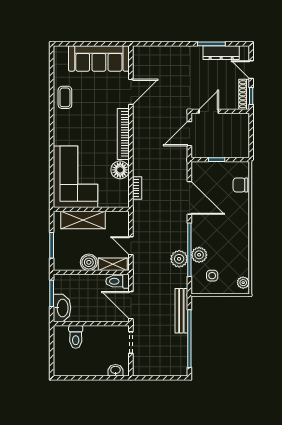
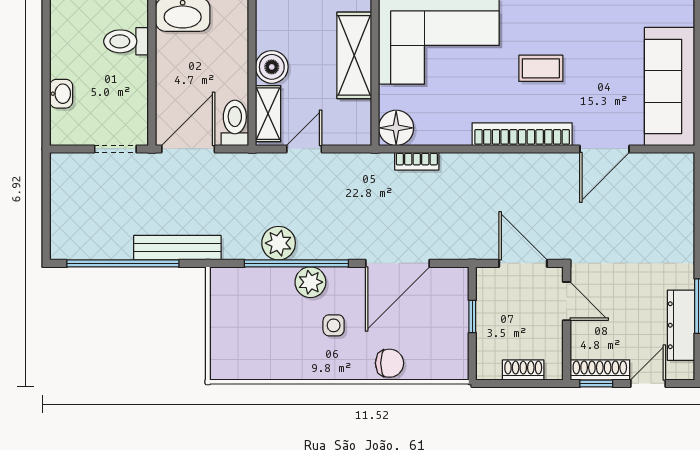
door: (131, 92) -> (605, 149), hinge flipped
coffee table: (65, 97) -> (541, 68), moved
shoe rack: (244, 133) -> (523, 370), added
floor lamp: (120, 170) -> (396, 128), moved
chair: (240, 185) -> (390, 363), moved, turned 90
plant: (199, 255) -> (310, 282), moved
side table: (212, 276) -> (334, 325), moved
plant: (243, 283) -> (232, 368), removed
washbasin: (116, 370) -> (61, 94), moved

